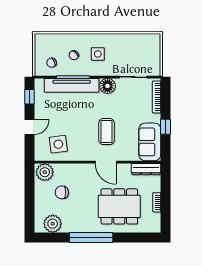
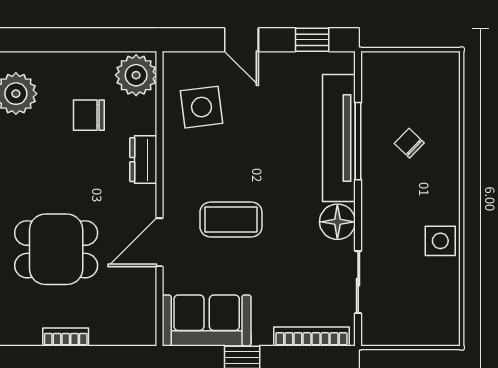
side table: (98, 54) -> (440, 241), moved
chair: (52, 63) -> (392, 91), removed
door: (106, 162) -> (160, 242), moved
dresser: (146, 169) -> (143, 160), moved, width x0.70
chair: (62, 192) -> (89, 115), turned -90
dining table: (119, 206) -> (56, 249), width x0.73

